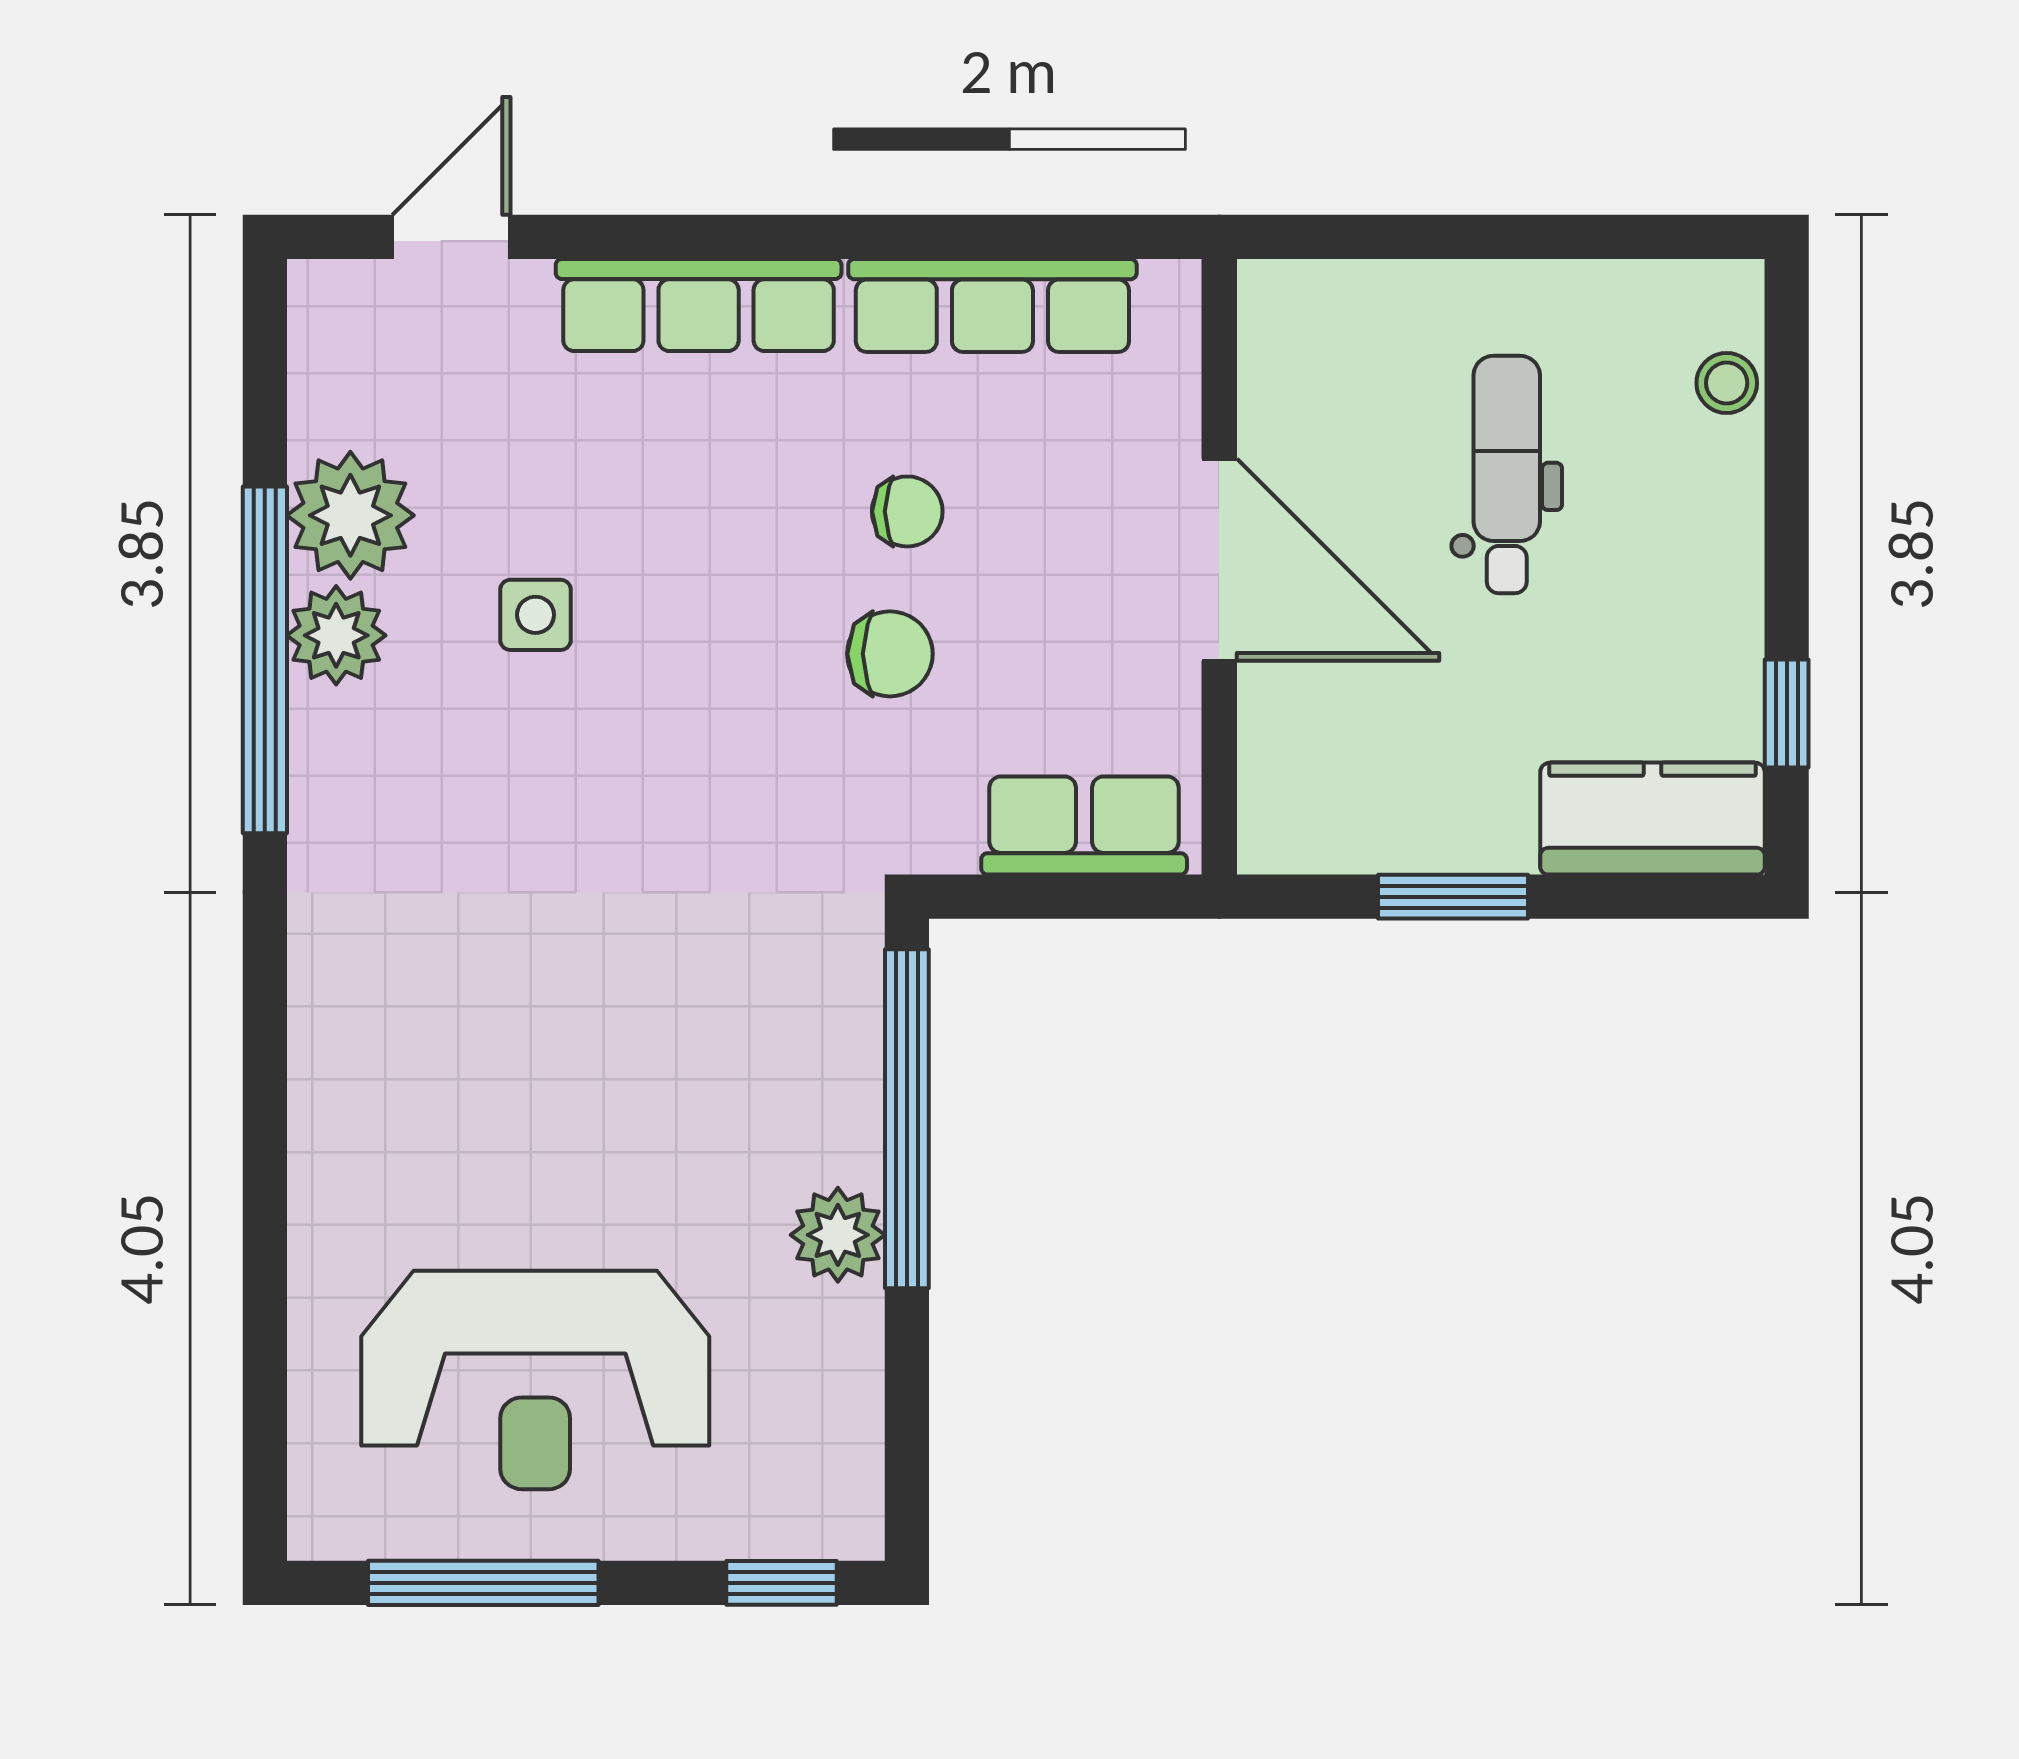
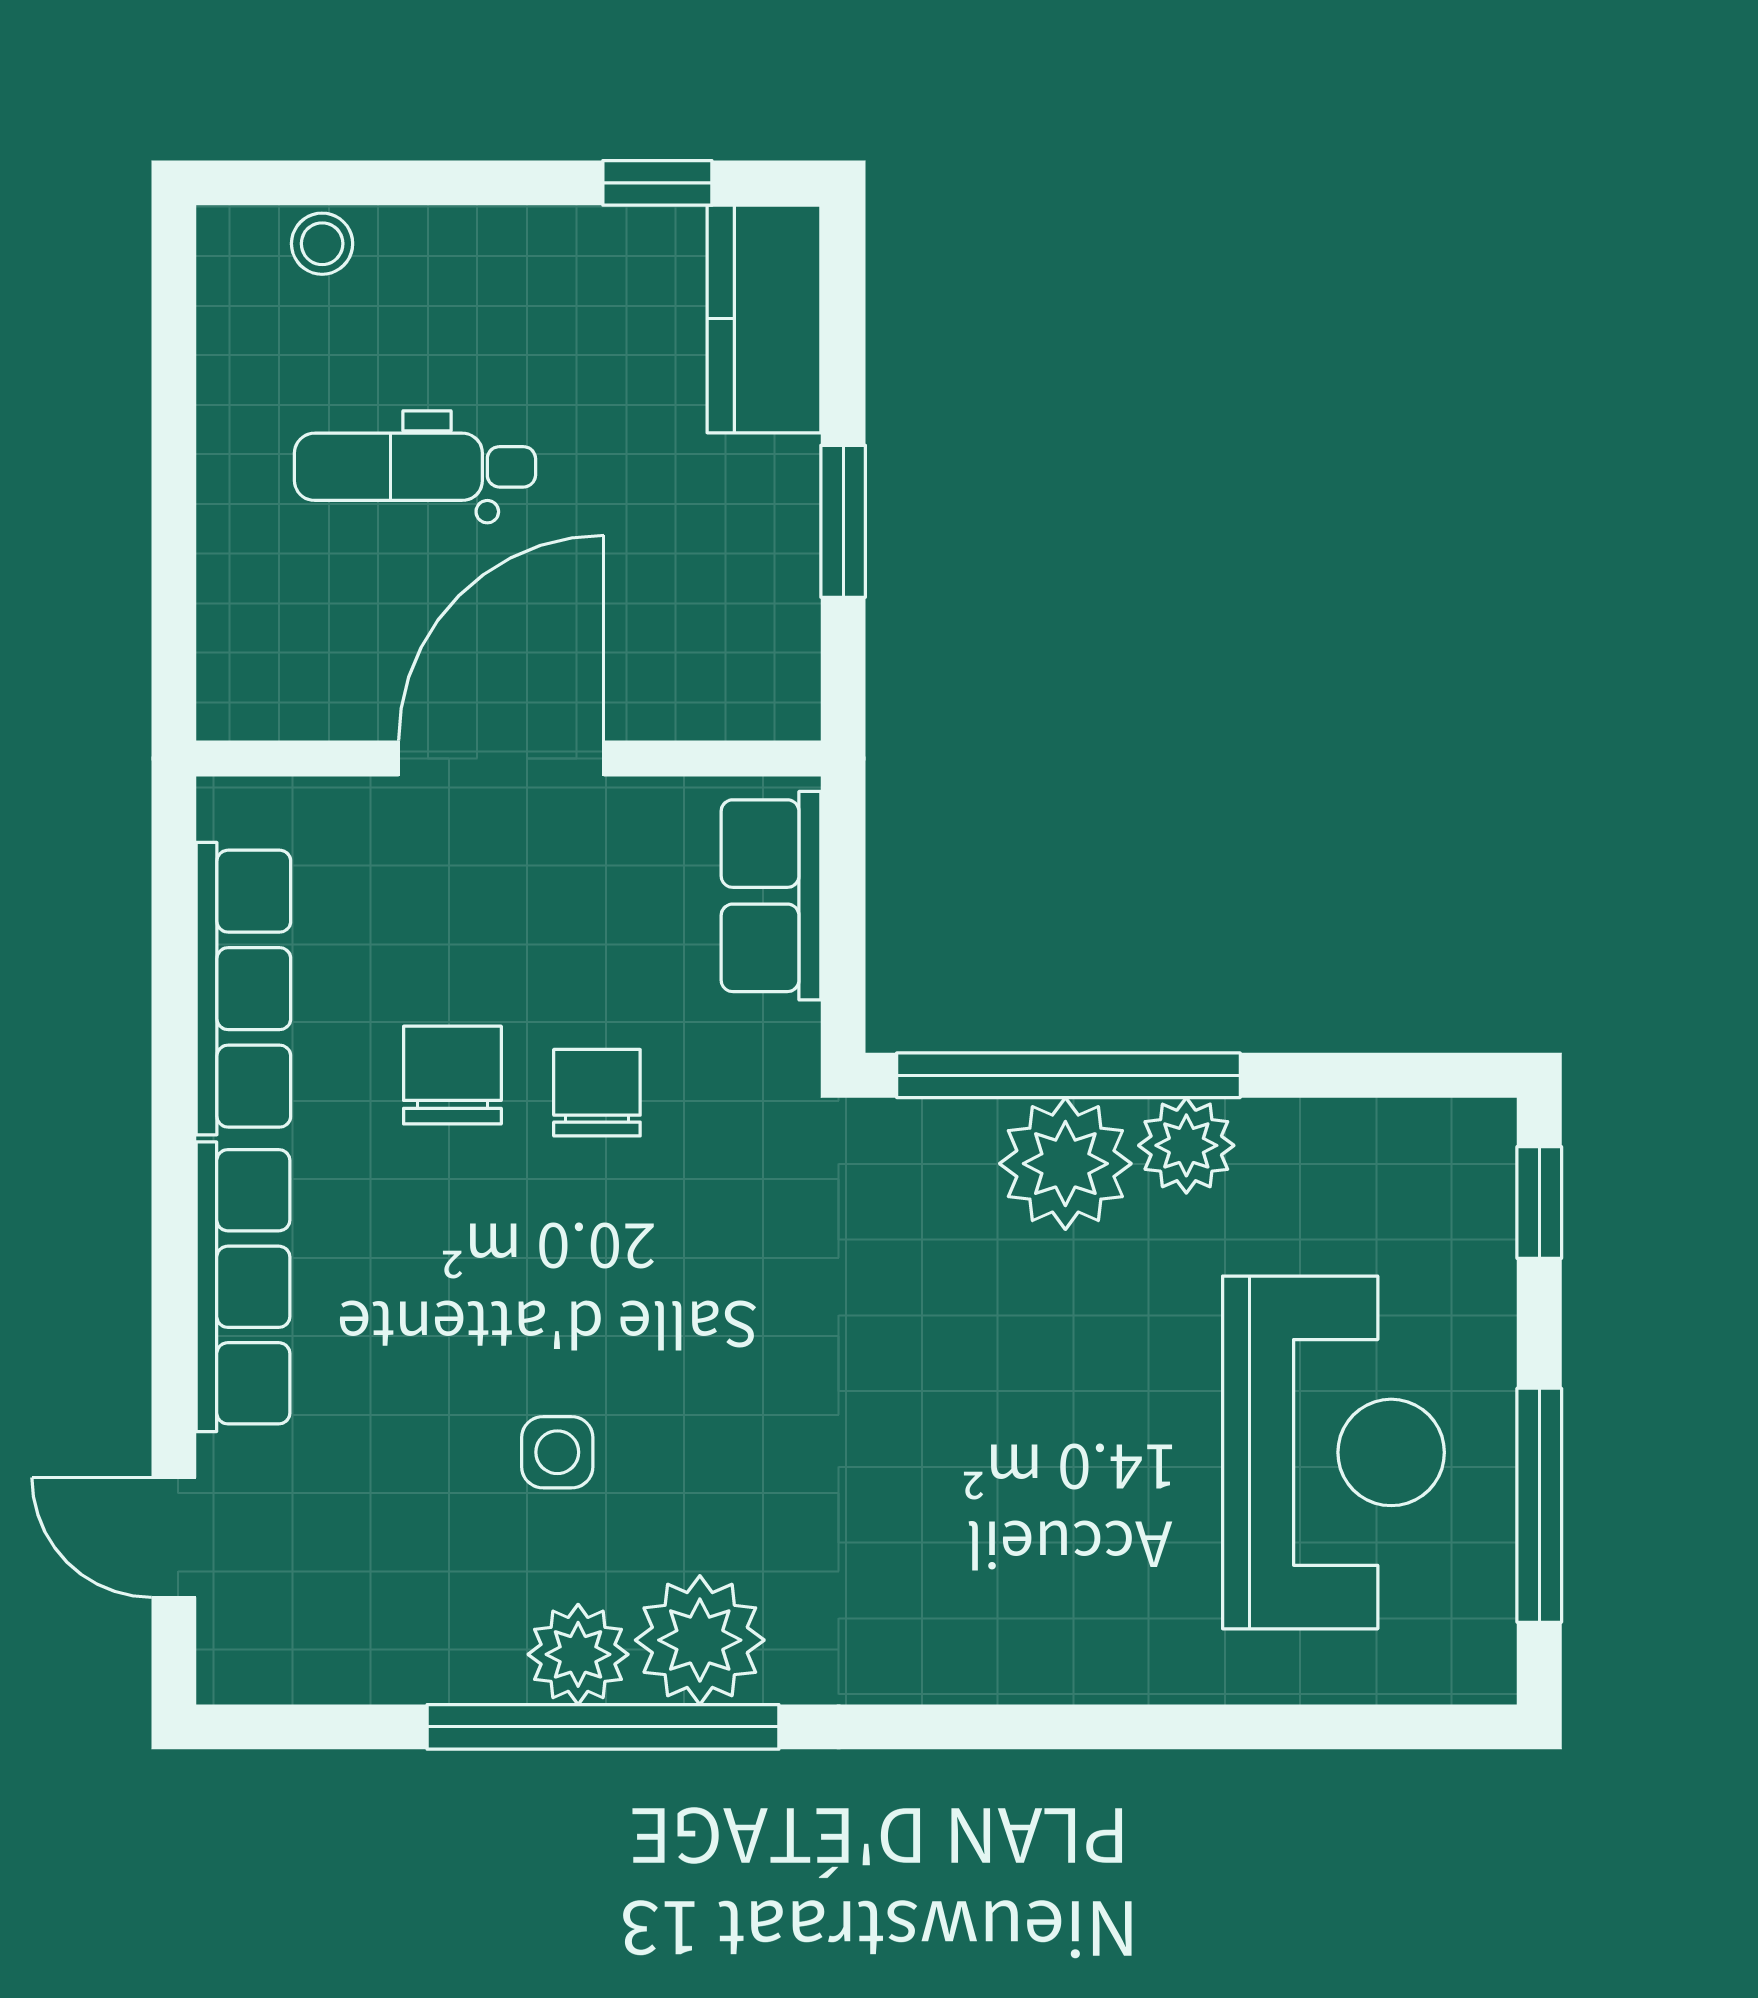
chair: (907, 511) -> (452, 1075), width x1.37, depth x1.37
plant: (350, 515) -> (700, 1640), moved
plant: (820, 1116) -> (1065, 1164), added

